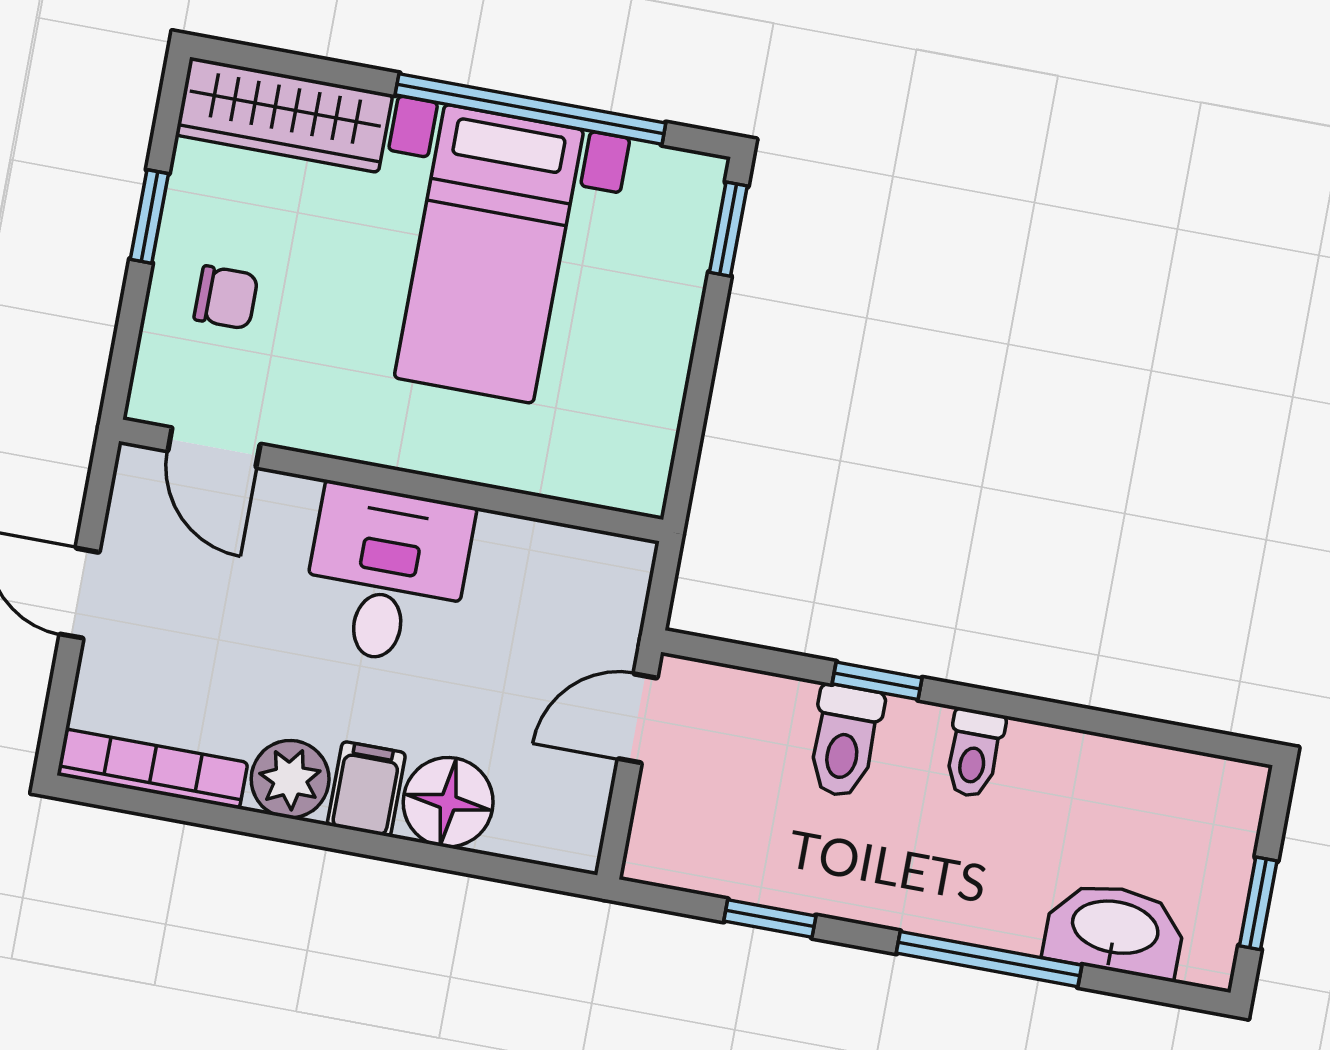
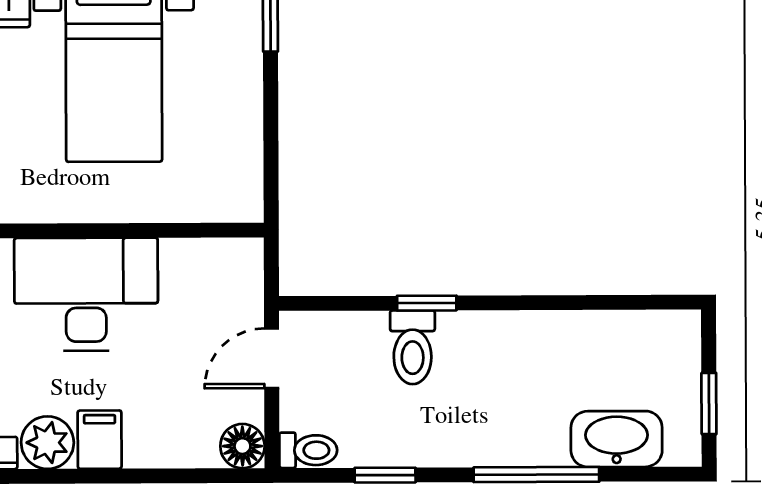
desk: (387, 575) -> (86, 294), width x1.37
toilet: (974, 753) -> (308, 450), moved, turned -90
floor lamp: (448, 802) -> (242, 446), moved, width x0.73, depth x0.73

